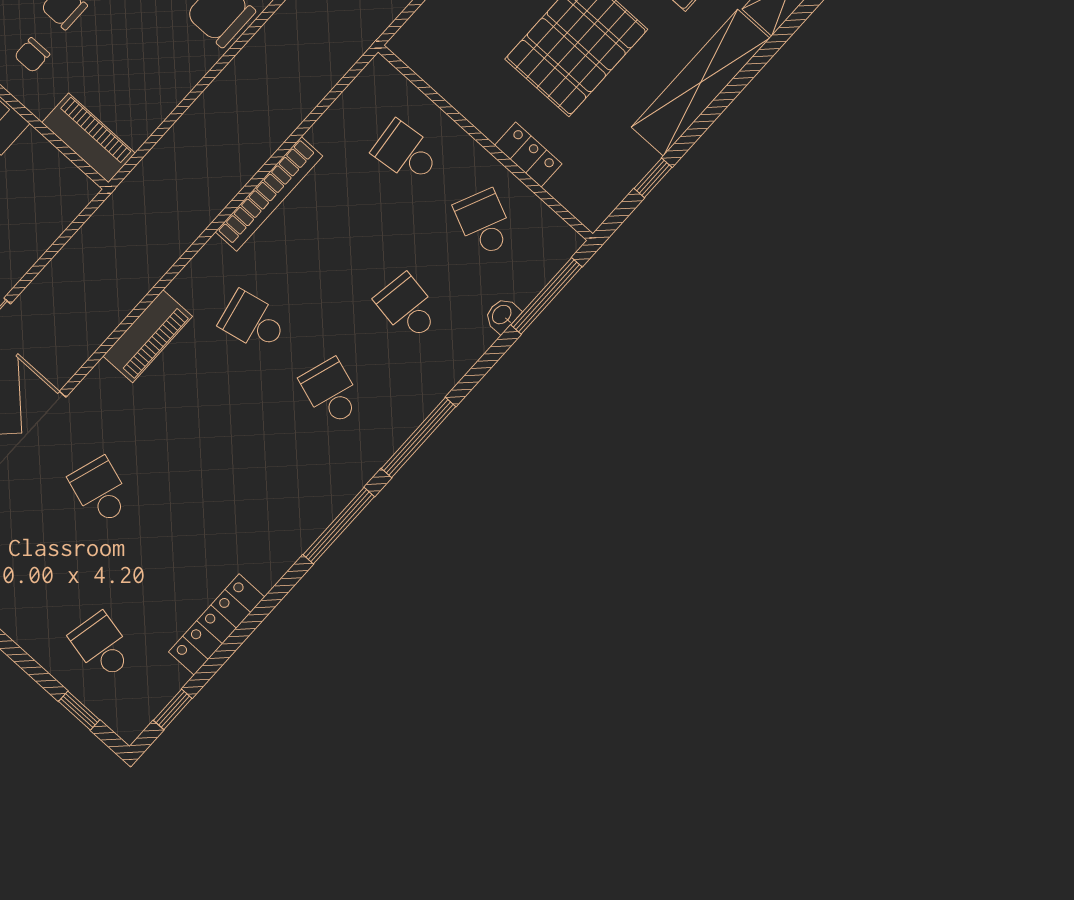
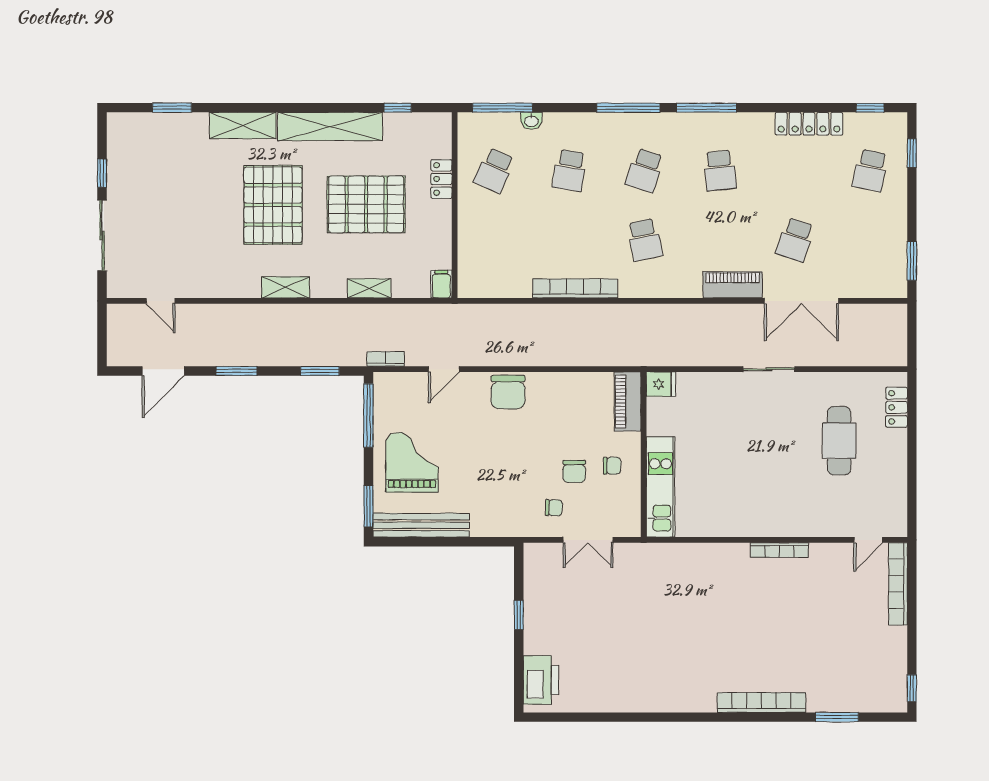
filing cabinet: (410, 48) -> (441, 284), added
school desk: (406, 152) -> (720, 170), moved
fridge: (74, 193) -> (661, 384), added
piano: (148, 336) -> (733, 285), moved

